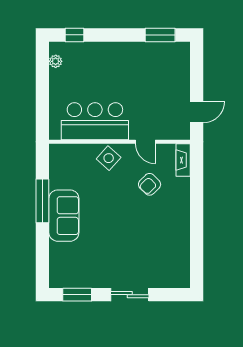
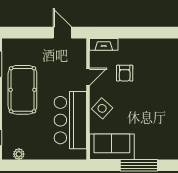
pool table: (130, 66) -> (22, 90), added
armchair: (150, 184) -> (125, 73), turned 45
sofa: (64, 216) -> (112, 147), moved

